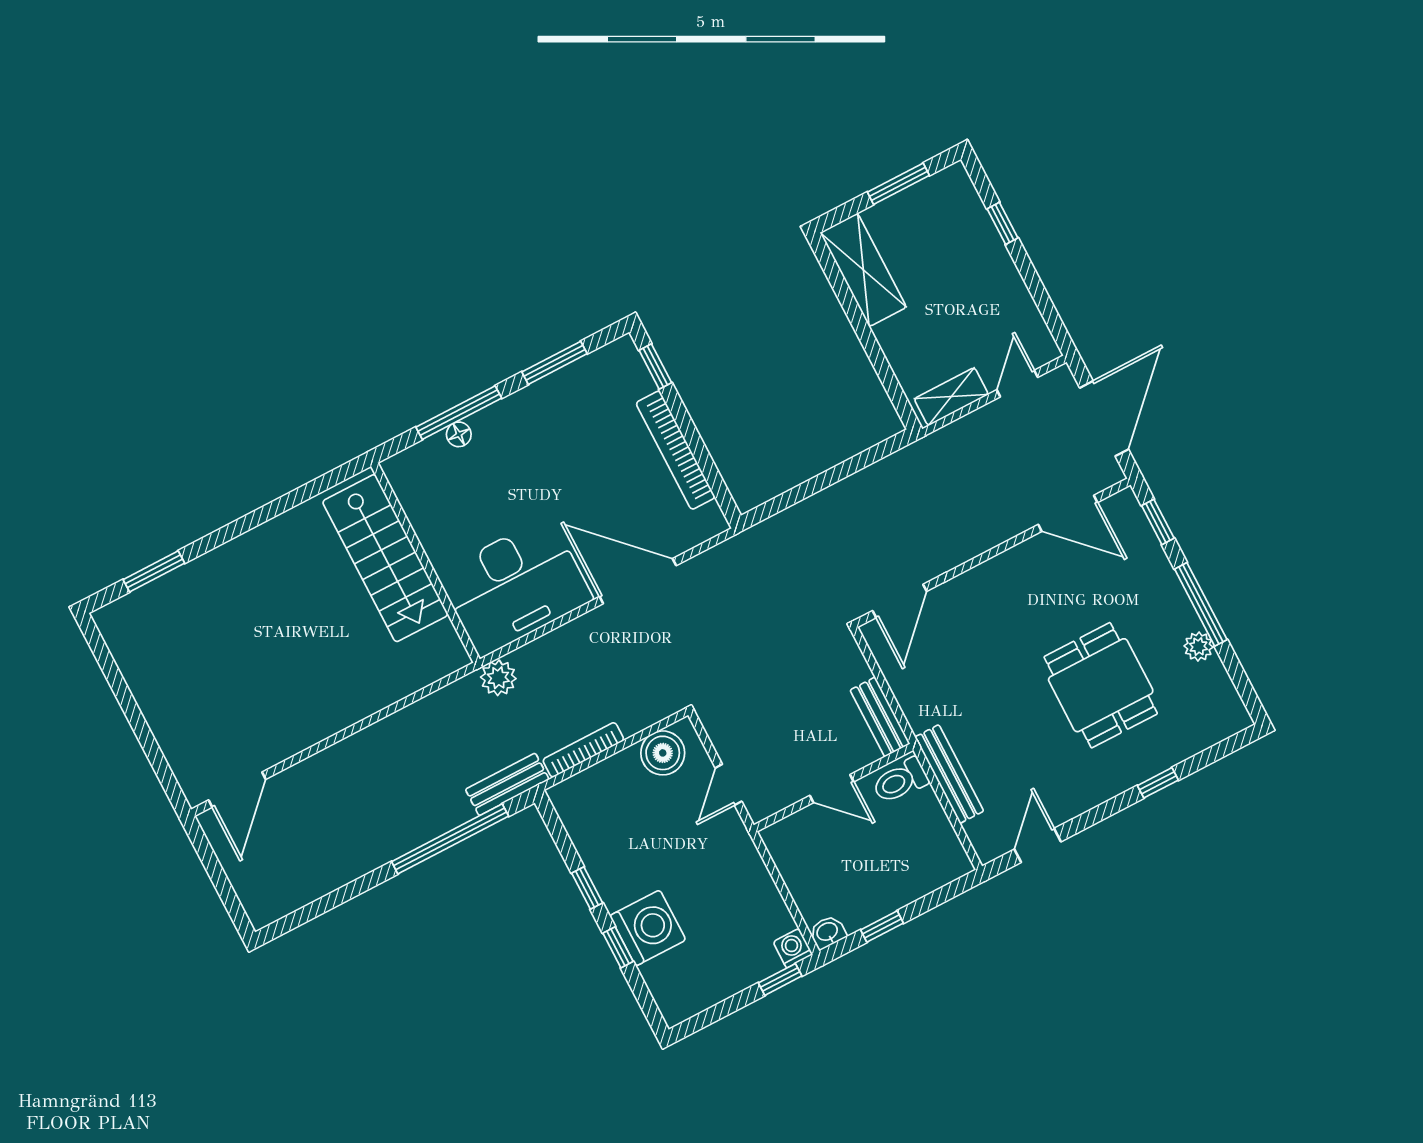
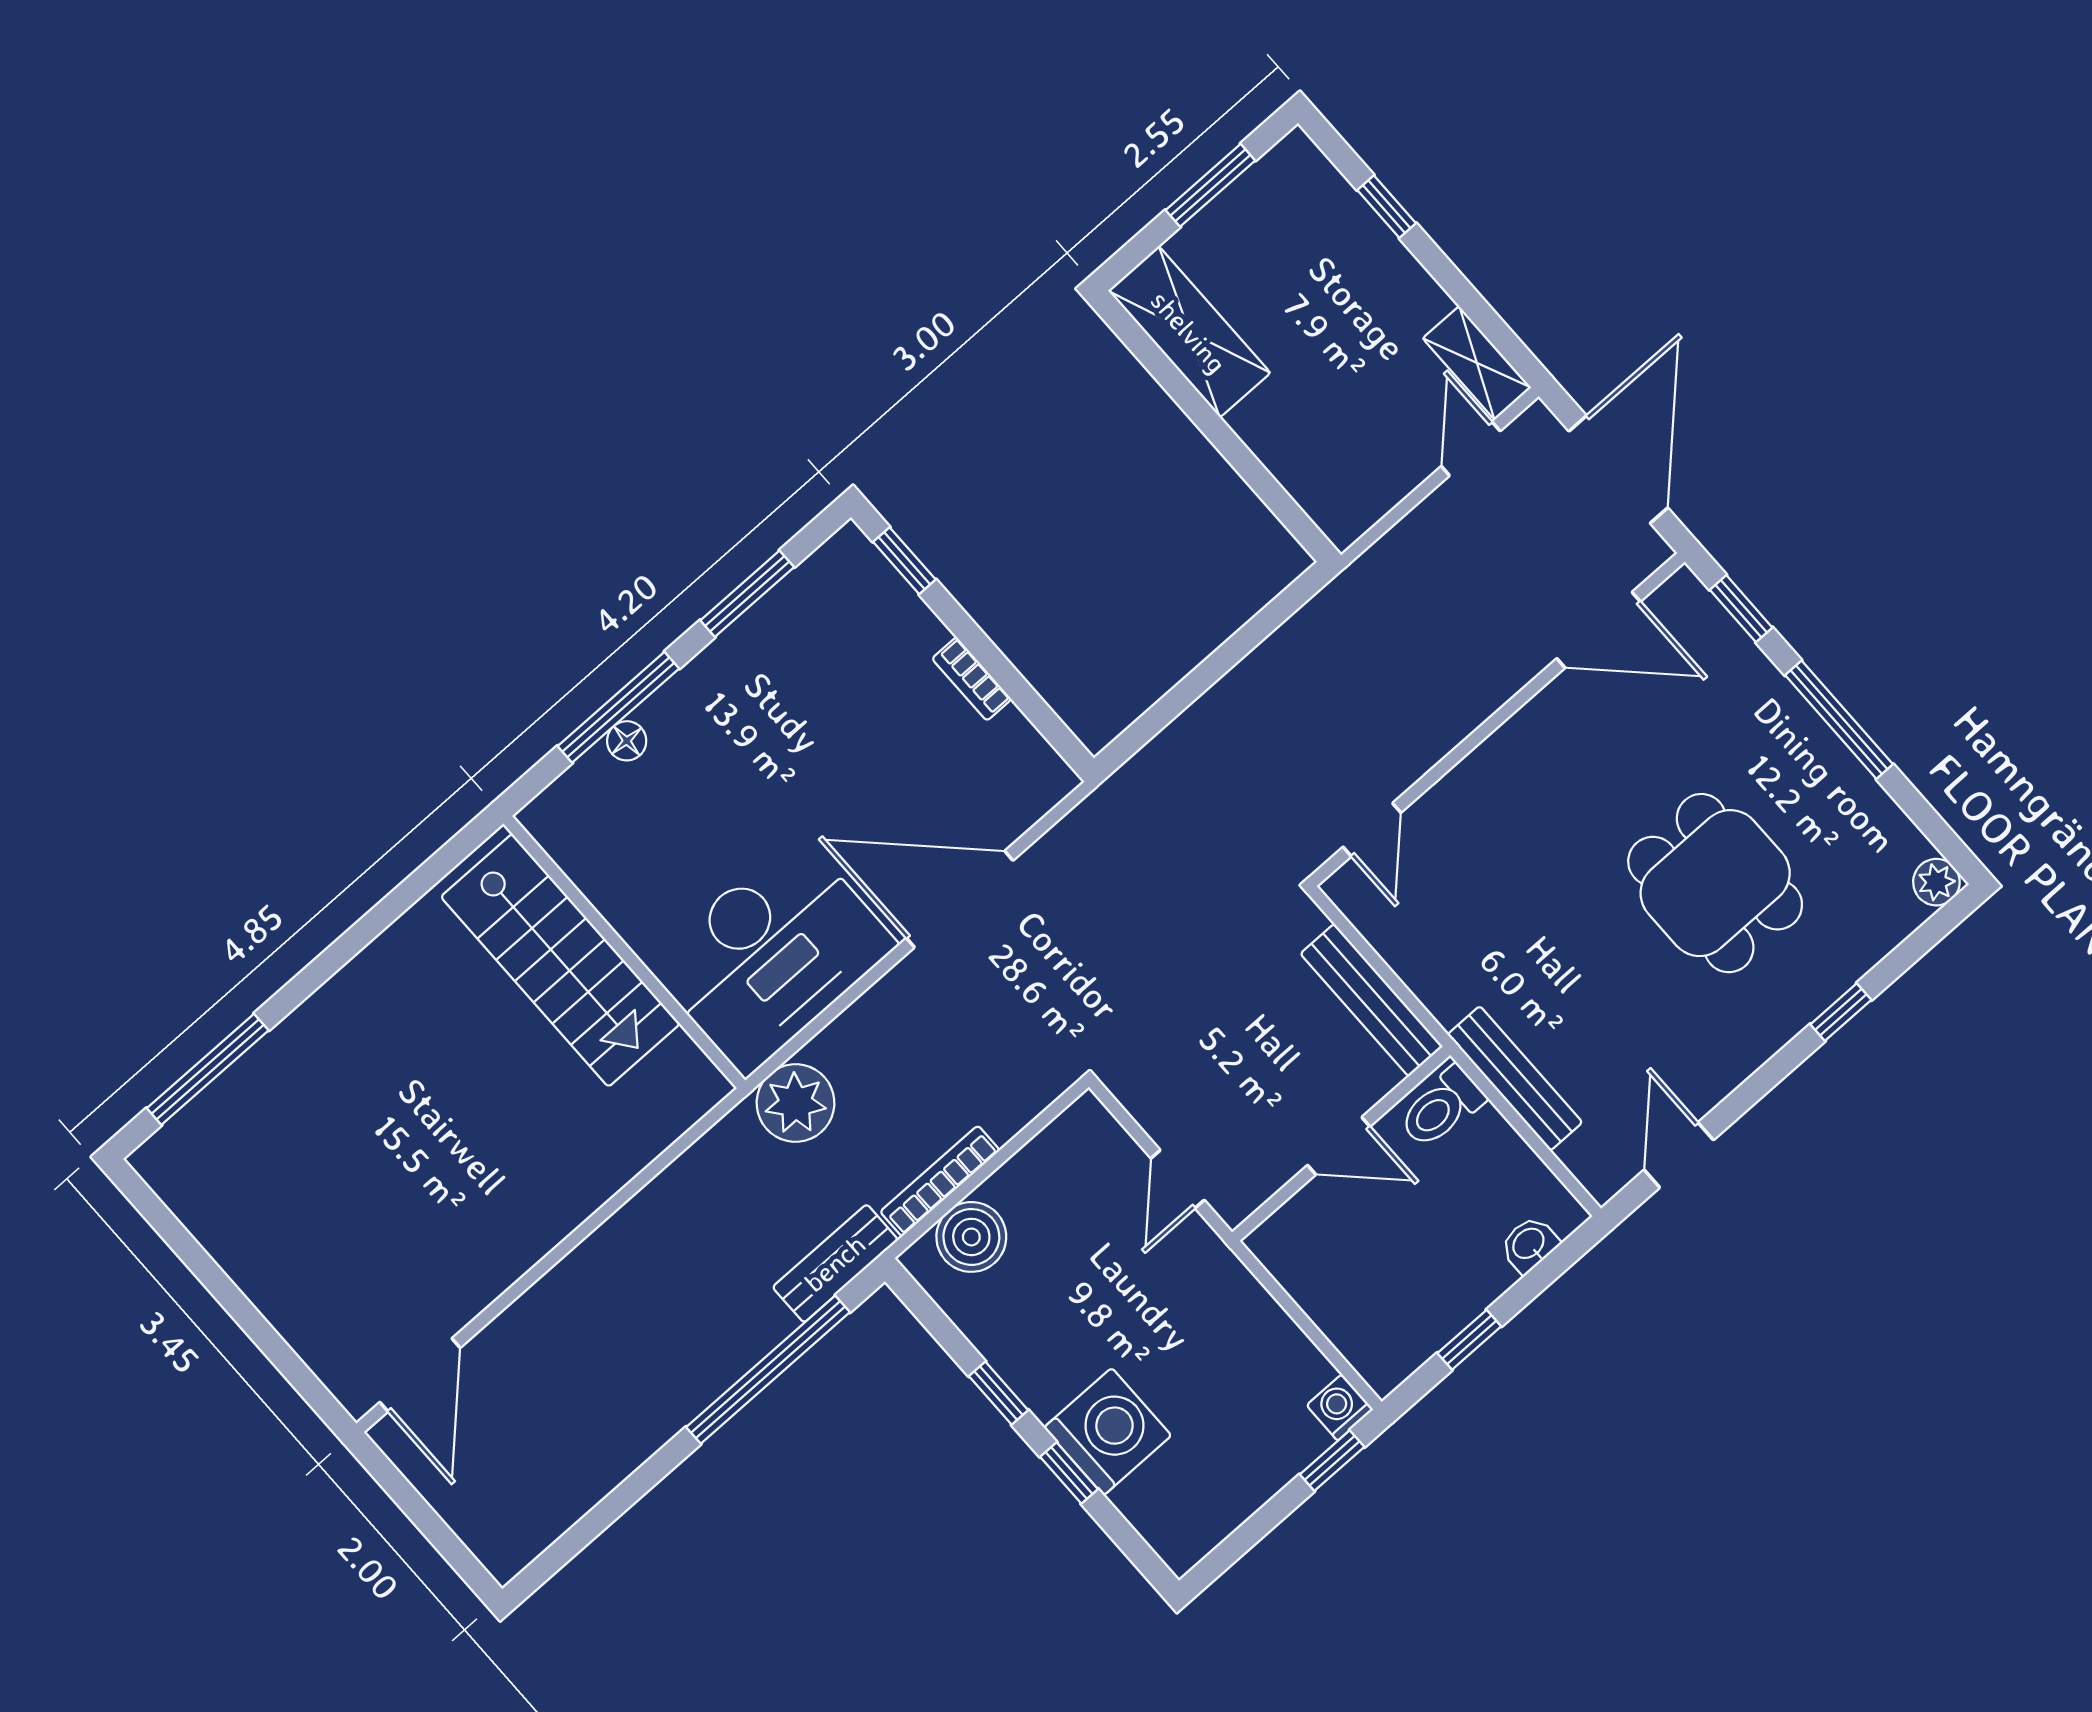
shelving: (951, 397) -> (1477, 363), moved, turned 90
bookcase: (676, 450) -> (972, 679), width x0.43, depth x0.76
window: (154, 571) -> (208, 1069), width x1.44
door: (900, 601) -> (1372, 830), width x0.73
plant: (1199, 647) -> (1936, 882), moved
plant: (498, 678) -> (795, 1103), width x1.36, depth x1.36
bench: (880, 717) -> (1372, 1000), width x1.36
boiler: (663, 753) -> (971, 1237), moved
washbasin: (828, 932) -> (1529, 1244), moved

